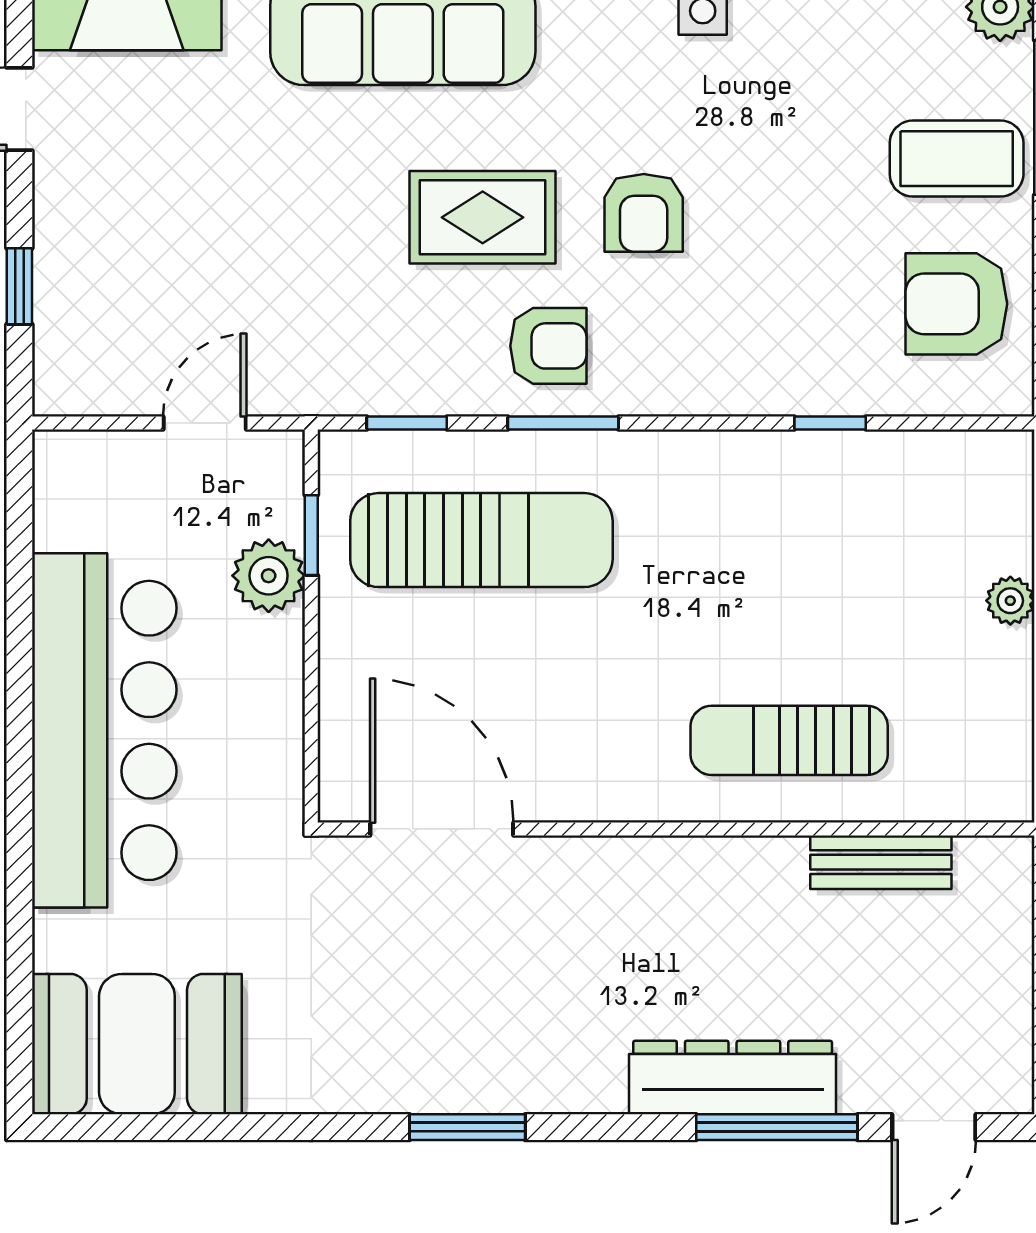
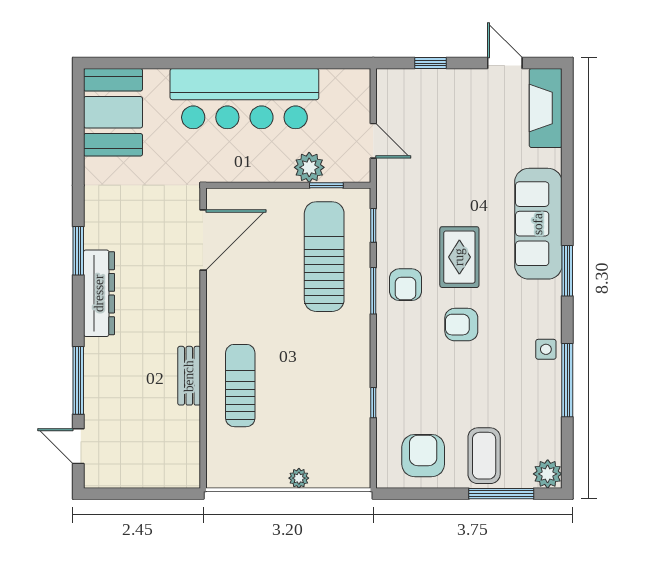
sun lounger: (481, 540) -> (324, 257), turned 180
bench: (881, 862) -> (189, 376), moved
dresser: (733, 1078) -> (99, 293), moved

